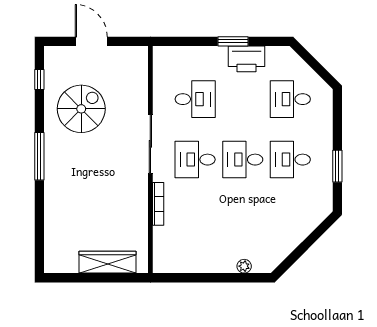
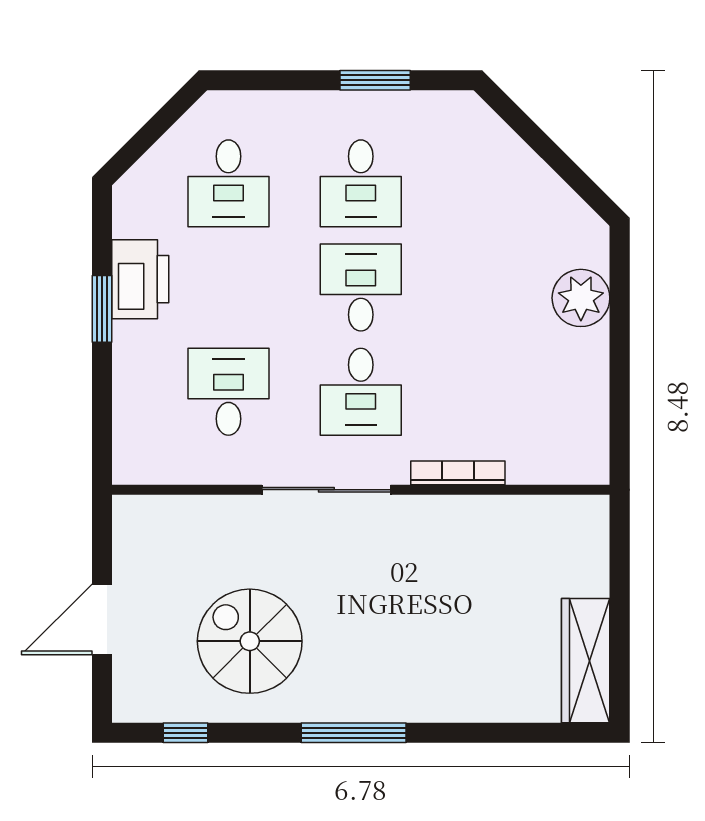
desk: (243, 160) -> (361, 288), turned 180
wardrobe: (107, 262) -> (586, 661), moved
plant: (244, 266) -> (581, 298), width x1.88, depth x1.88

